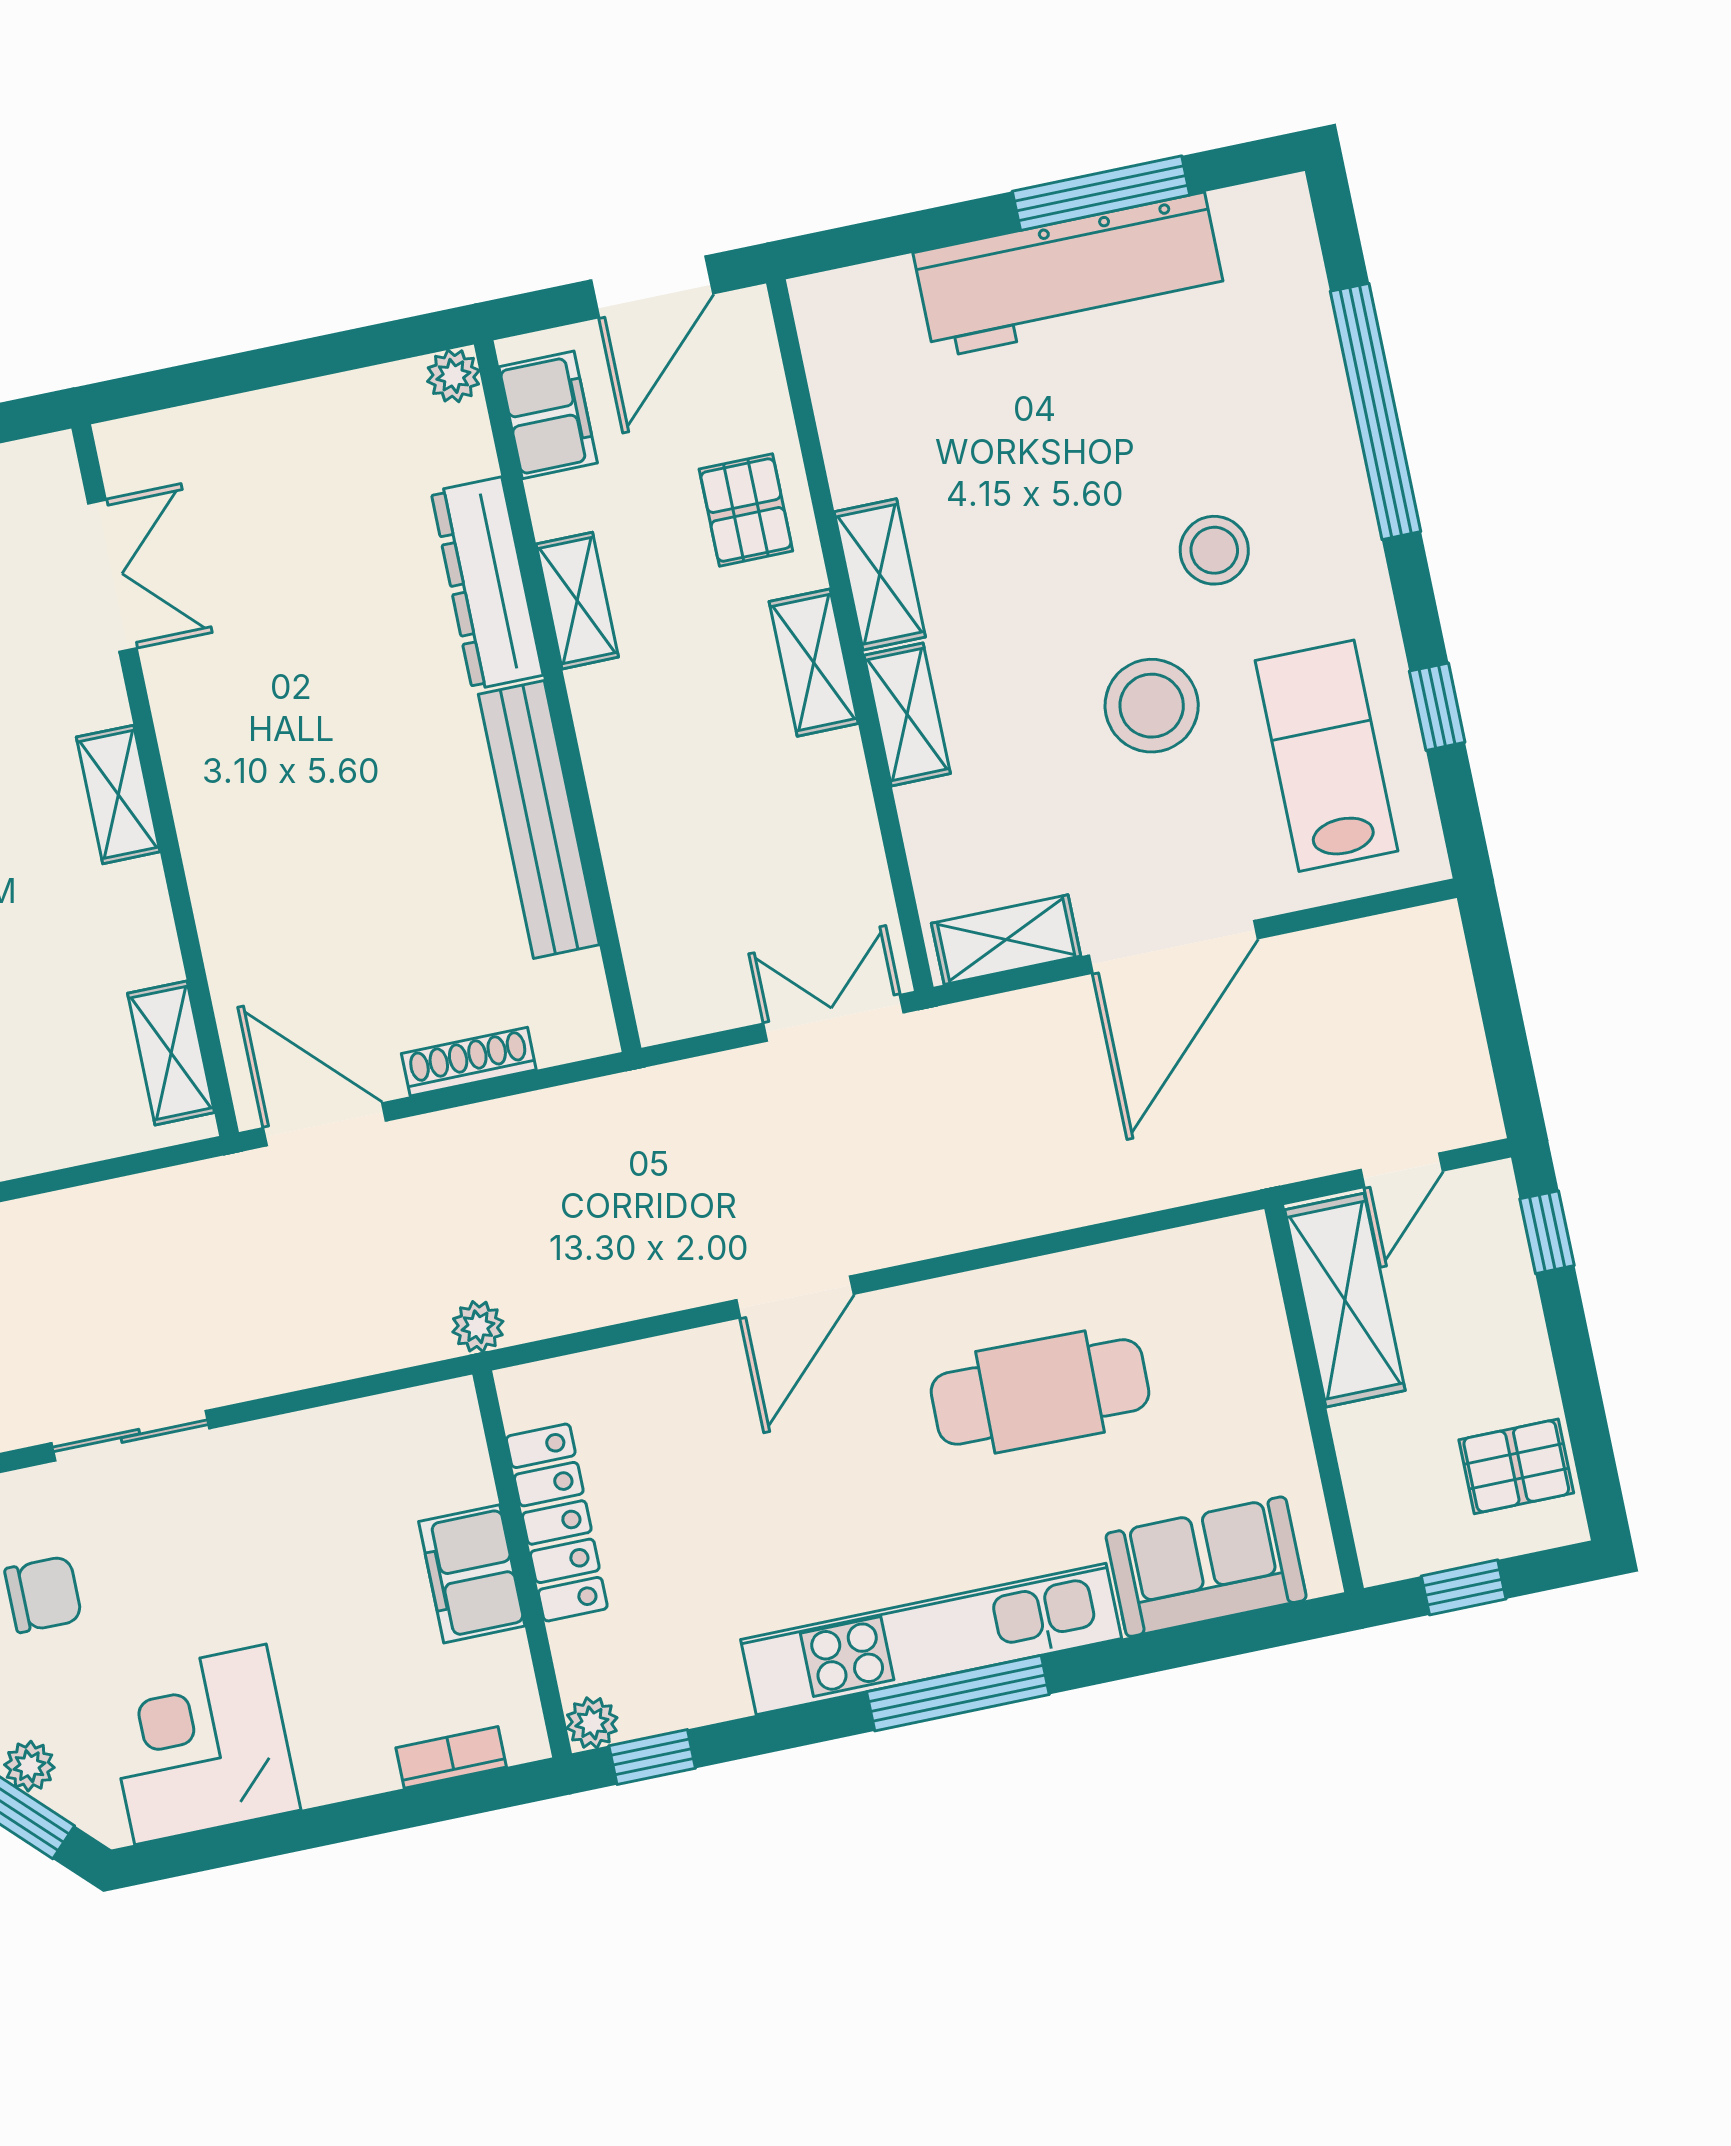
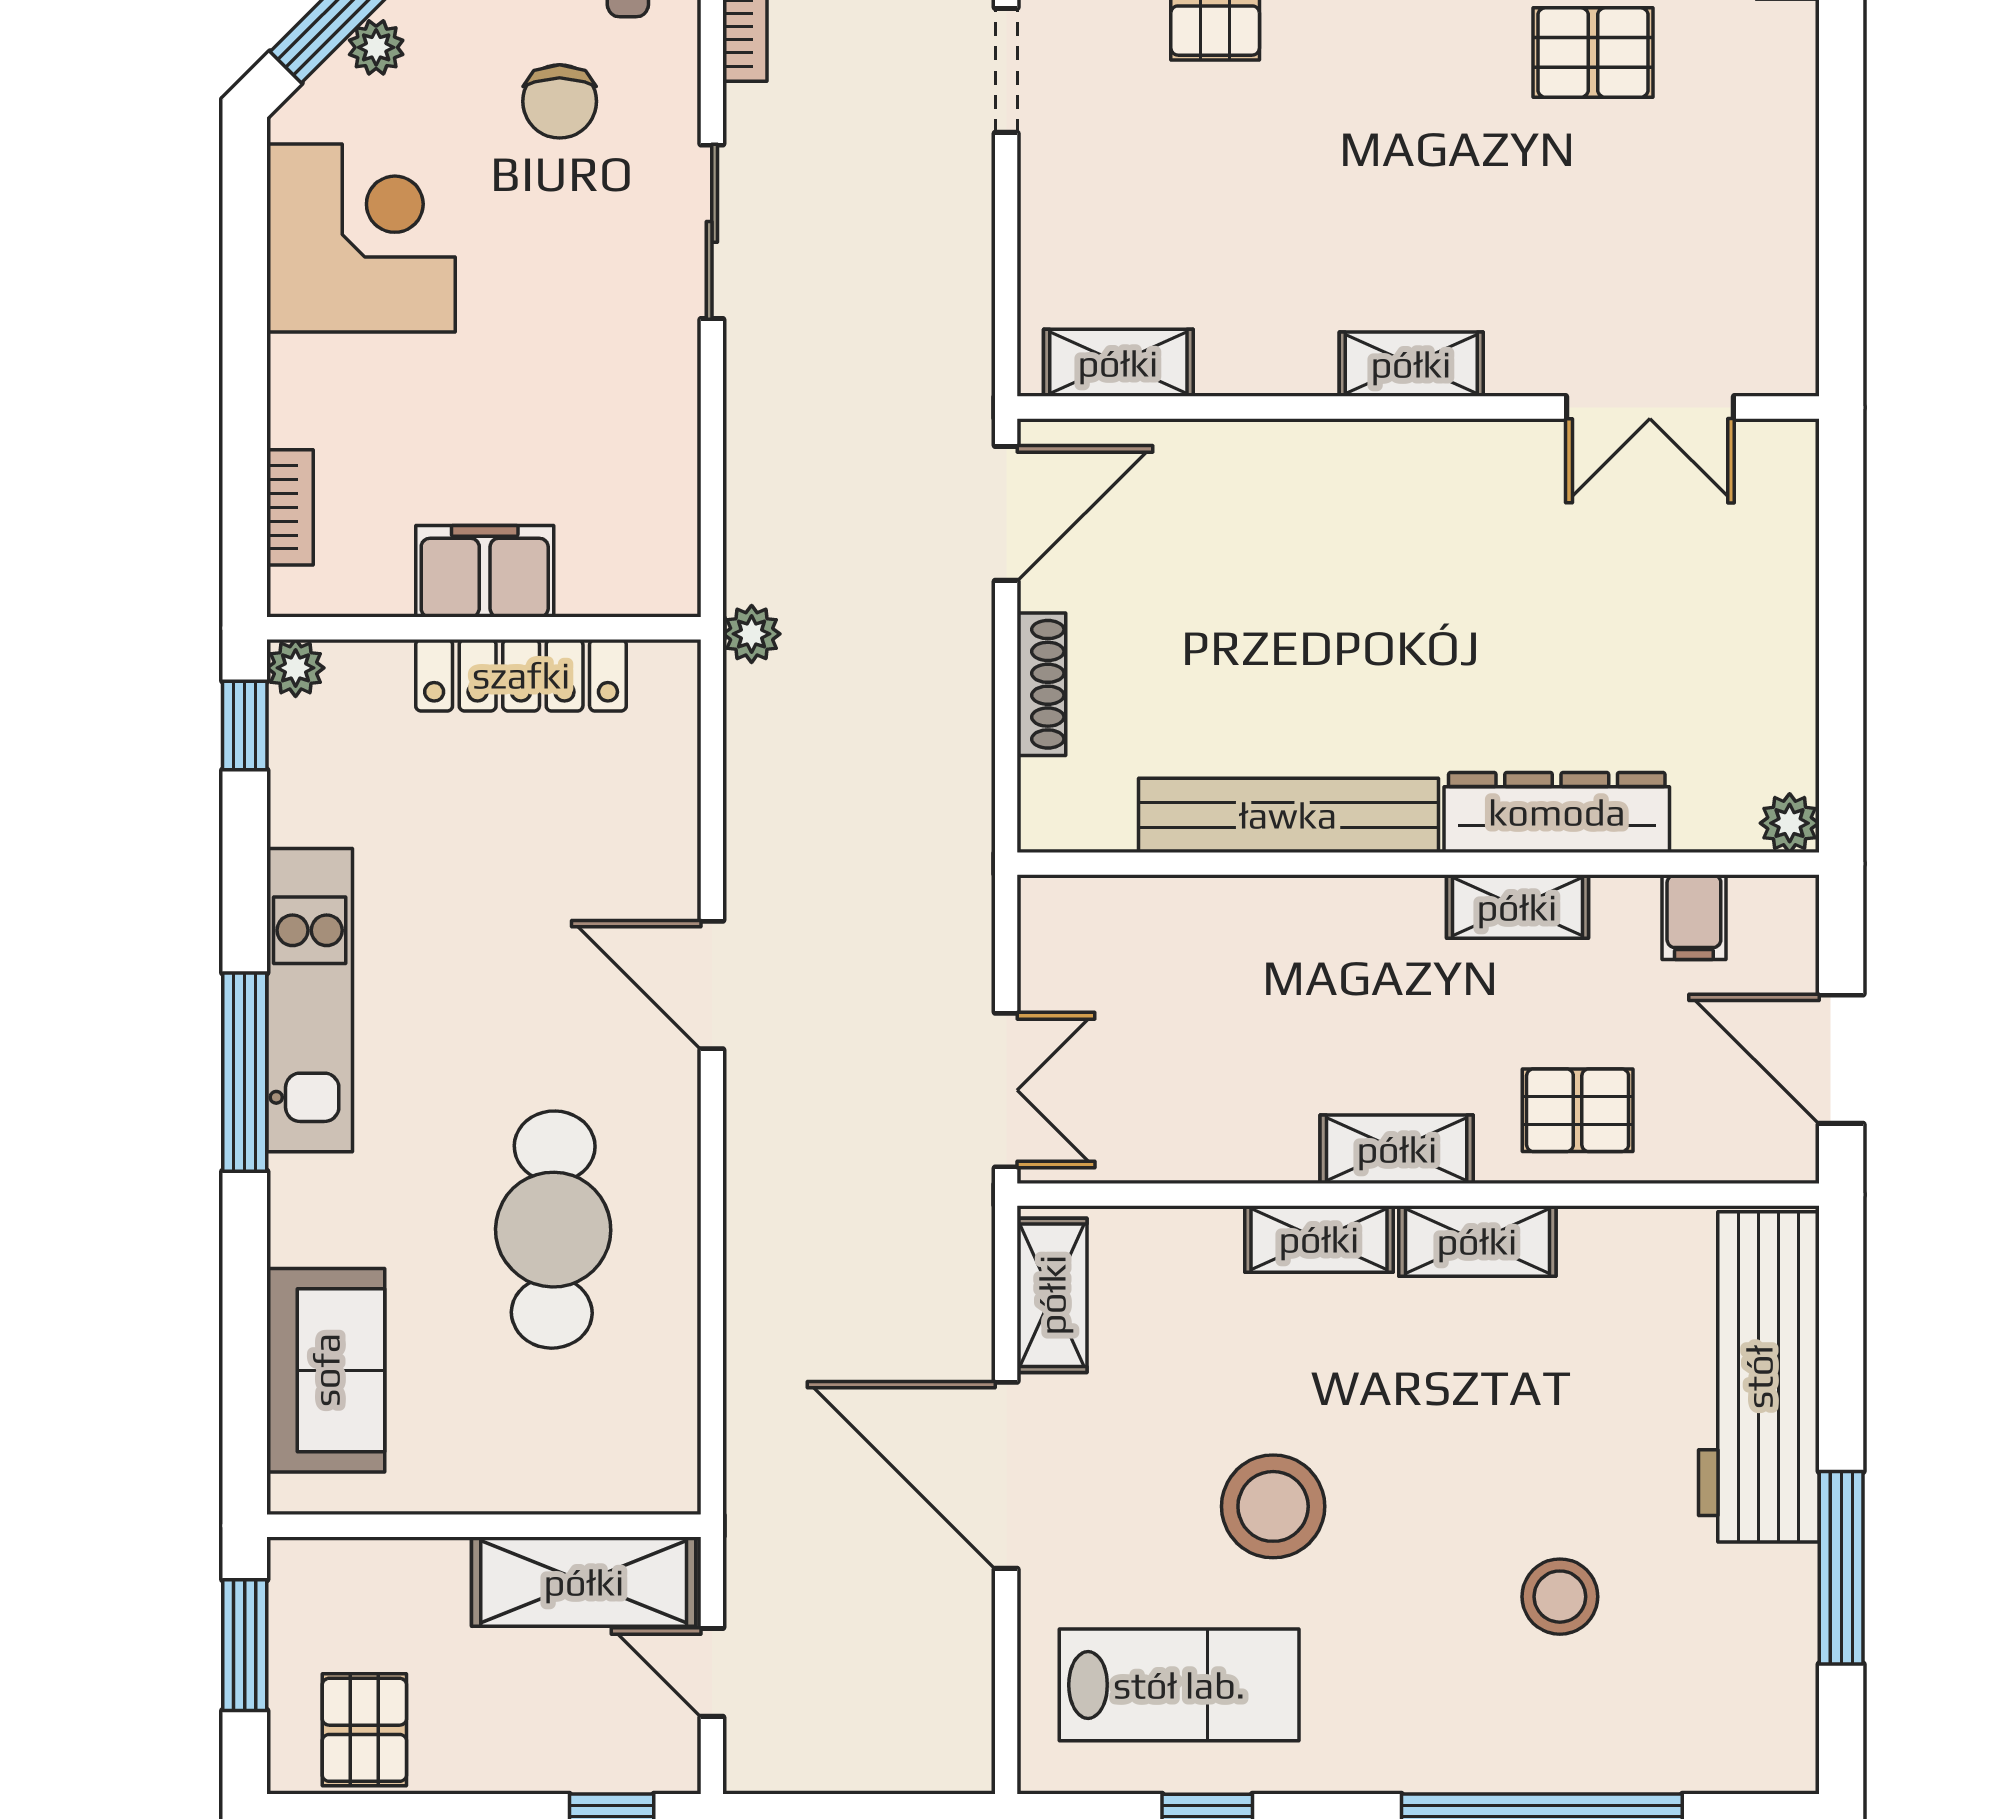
workbench: (1070, 275) -> (1759, 1377), moved
filing cabinet: (548, 415) -> (1694, 917), width x0.50
stool: (1214, 550) -> (1560, 1597), moved
window: (1464, 1587) -> (245, 1645), width x1.50
kitchen unit: (931, 1639) -> (310, 1000), width x0.73

